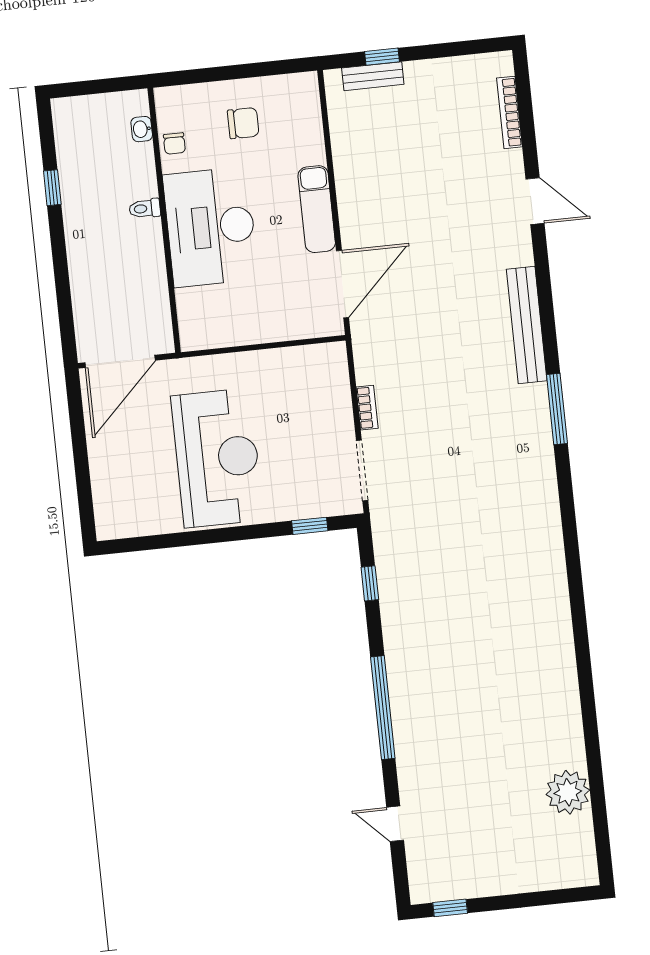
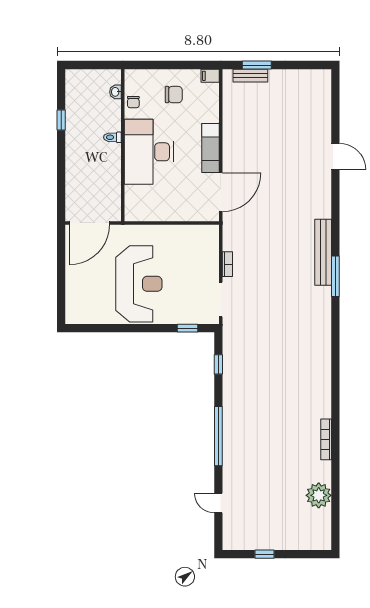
window: (382, 57) -> (257, 65), width x1.50
filing cabinet: (303, 84) -> (210, 76), added
bookcase: (510, 112) -> (326, 439), moved
bench: (527, 325) -> (323, 252), moved
window: (450, 908) -> (265, 554), moved

